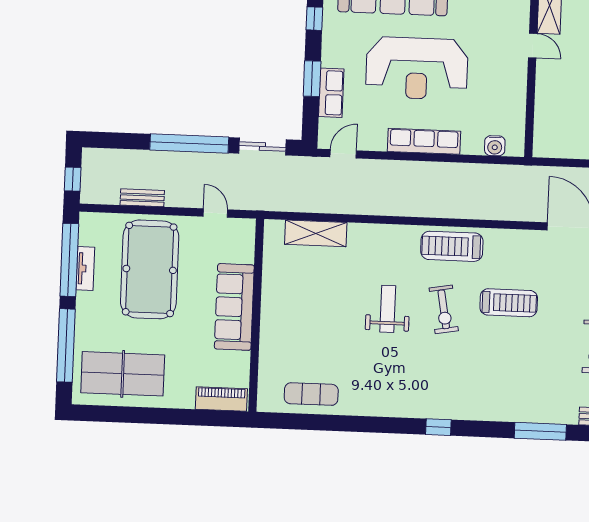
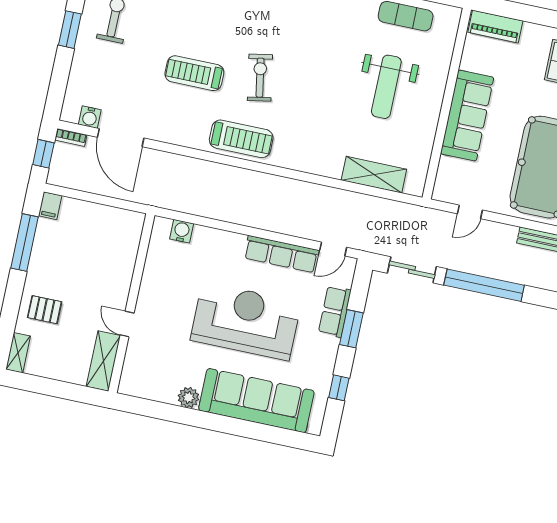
row of seats: (424, 141) -> (281, 254), moved
door: (215, 213) -> (470, 212), hinge flipped
weight bench: (388, 309) -> (386, 87), moved, width x1.36, depth x1.33

